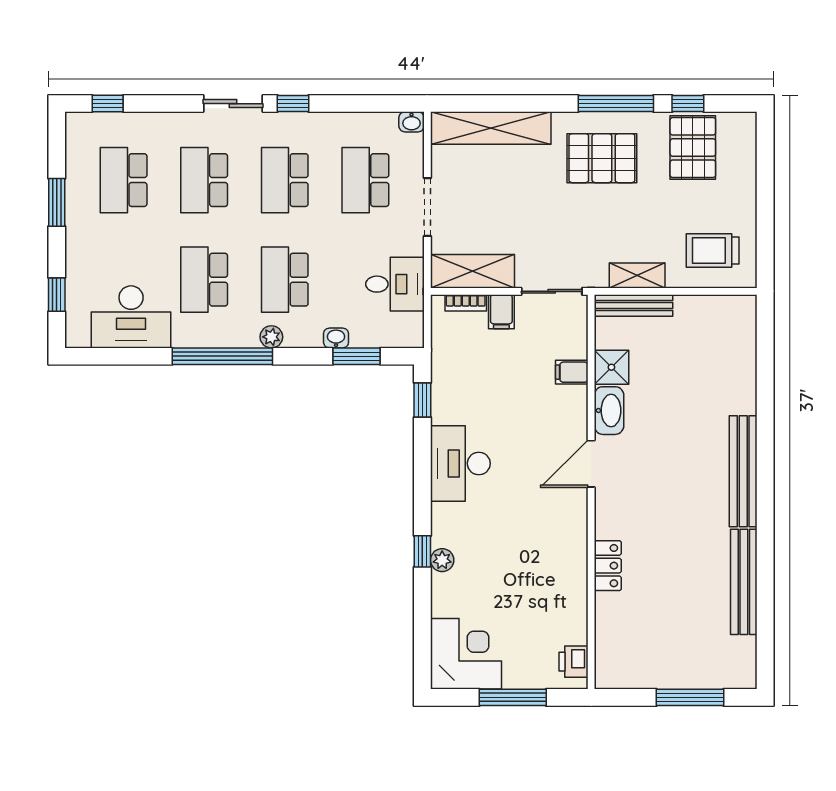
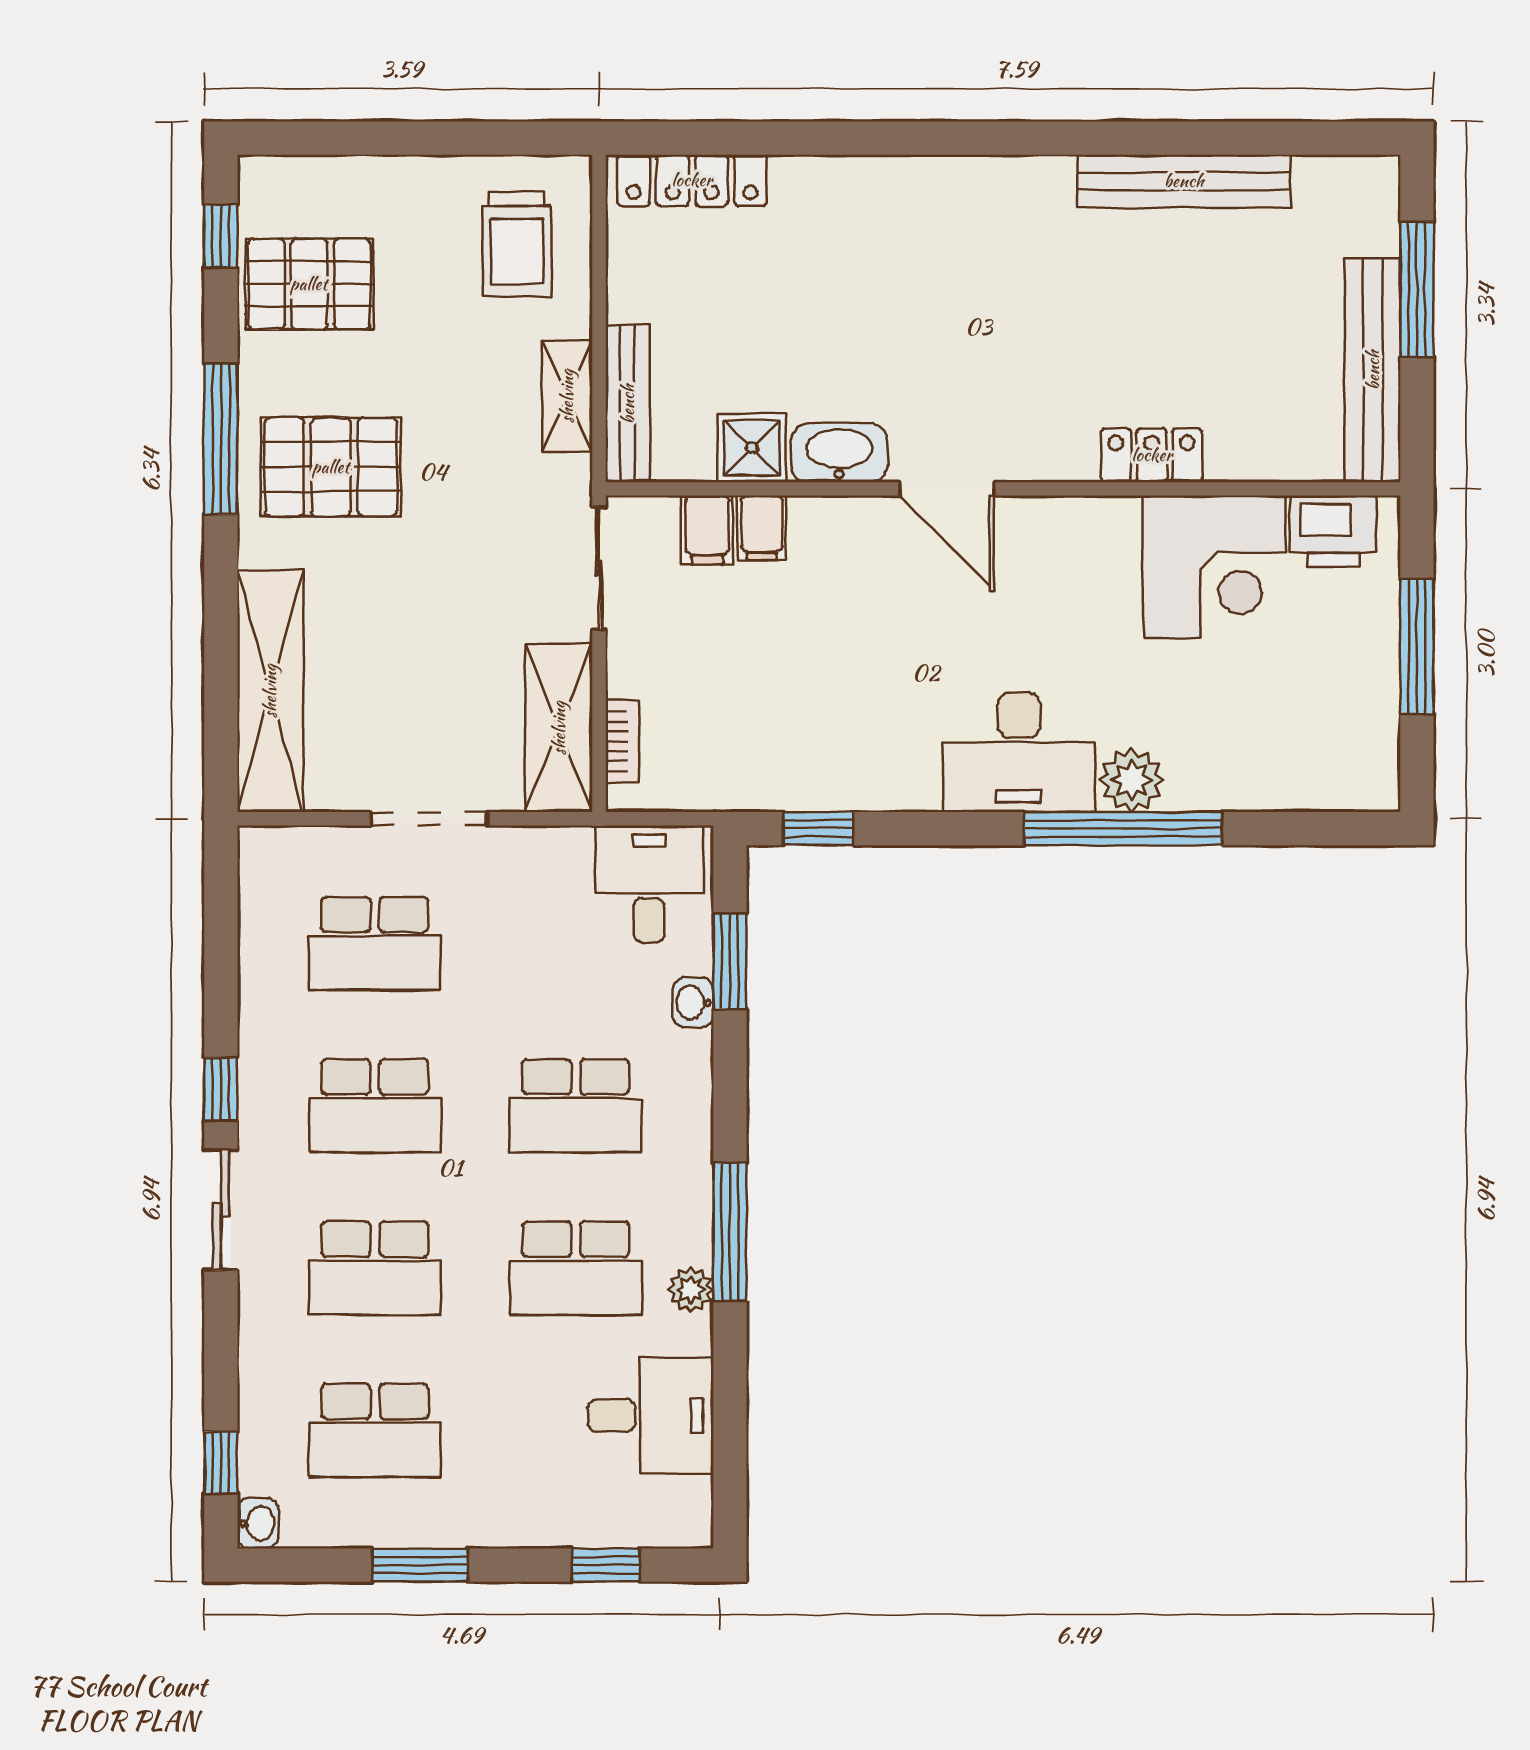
window: (688, 104) -> (221, 236), moved
washbasin: (411, 122) -> (258, 1523), moved
pallet: (602, 158) -> (331, 467), turned 90
desk: (395, 284) -> (649, 884), moved
filing cabinet: (501, 312) -> (707, 530), moved, turned 90
desk: (131, 317) -> (651, 1416), width x0.73
plant: (271, 337) -> (691, 1290), moved
locker: (744, 337) -> (692, 180), added
window: (222, 356) -> (730, 1232), width x0.68
desk: (460, 463) -> (1019, 752), moved
bench: (743, 471) -> (1373, 370), moved, turned 90
window: (422, 551) -> (1123, 829), width x3.17
plant: (442, 560) -> (1132, 780), width x1.38, depth x1.38
corner desk: (466, 654) -> (1214, 567), moved, turned 180
printer: (573, 662) -> (1333, 531), width x1.36, depth x1.24

